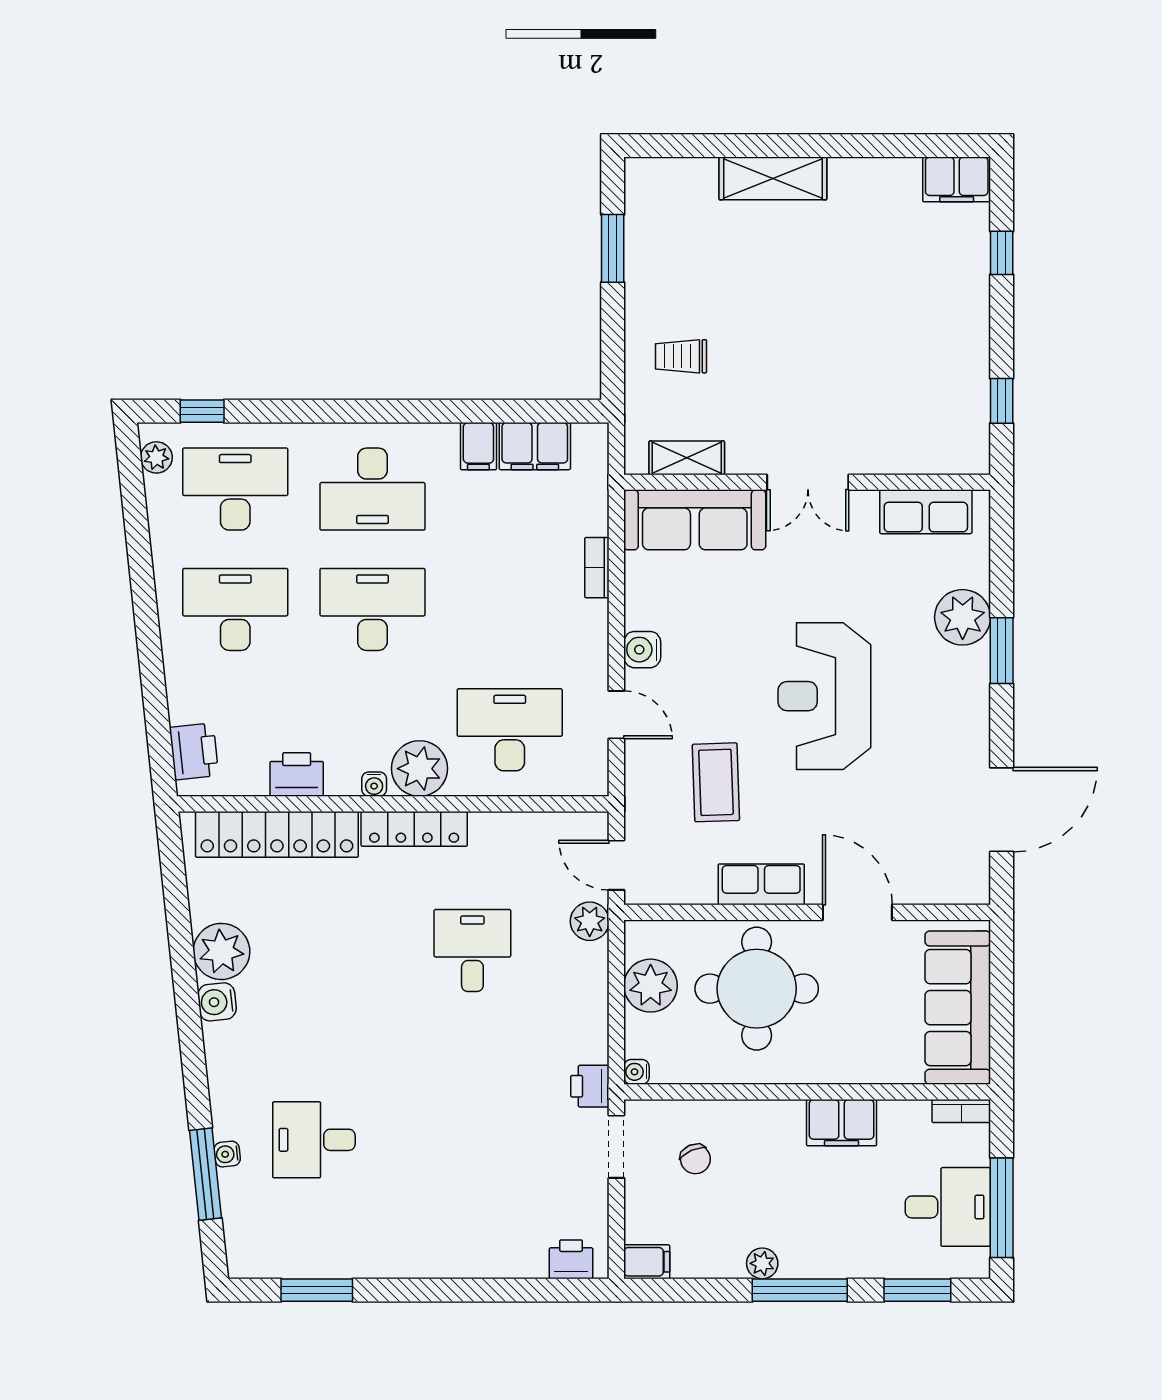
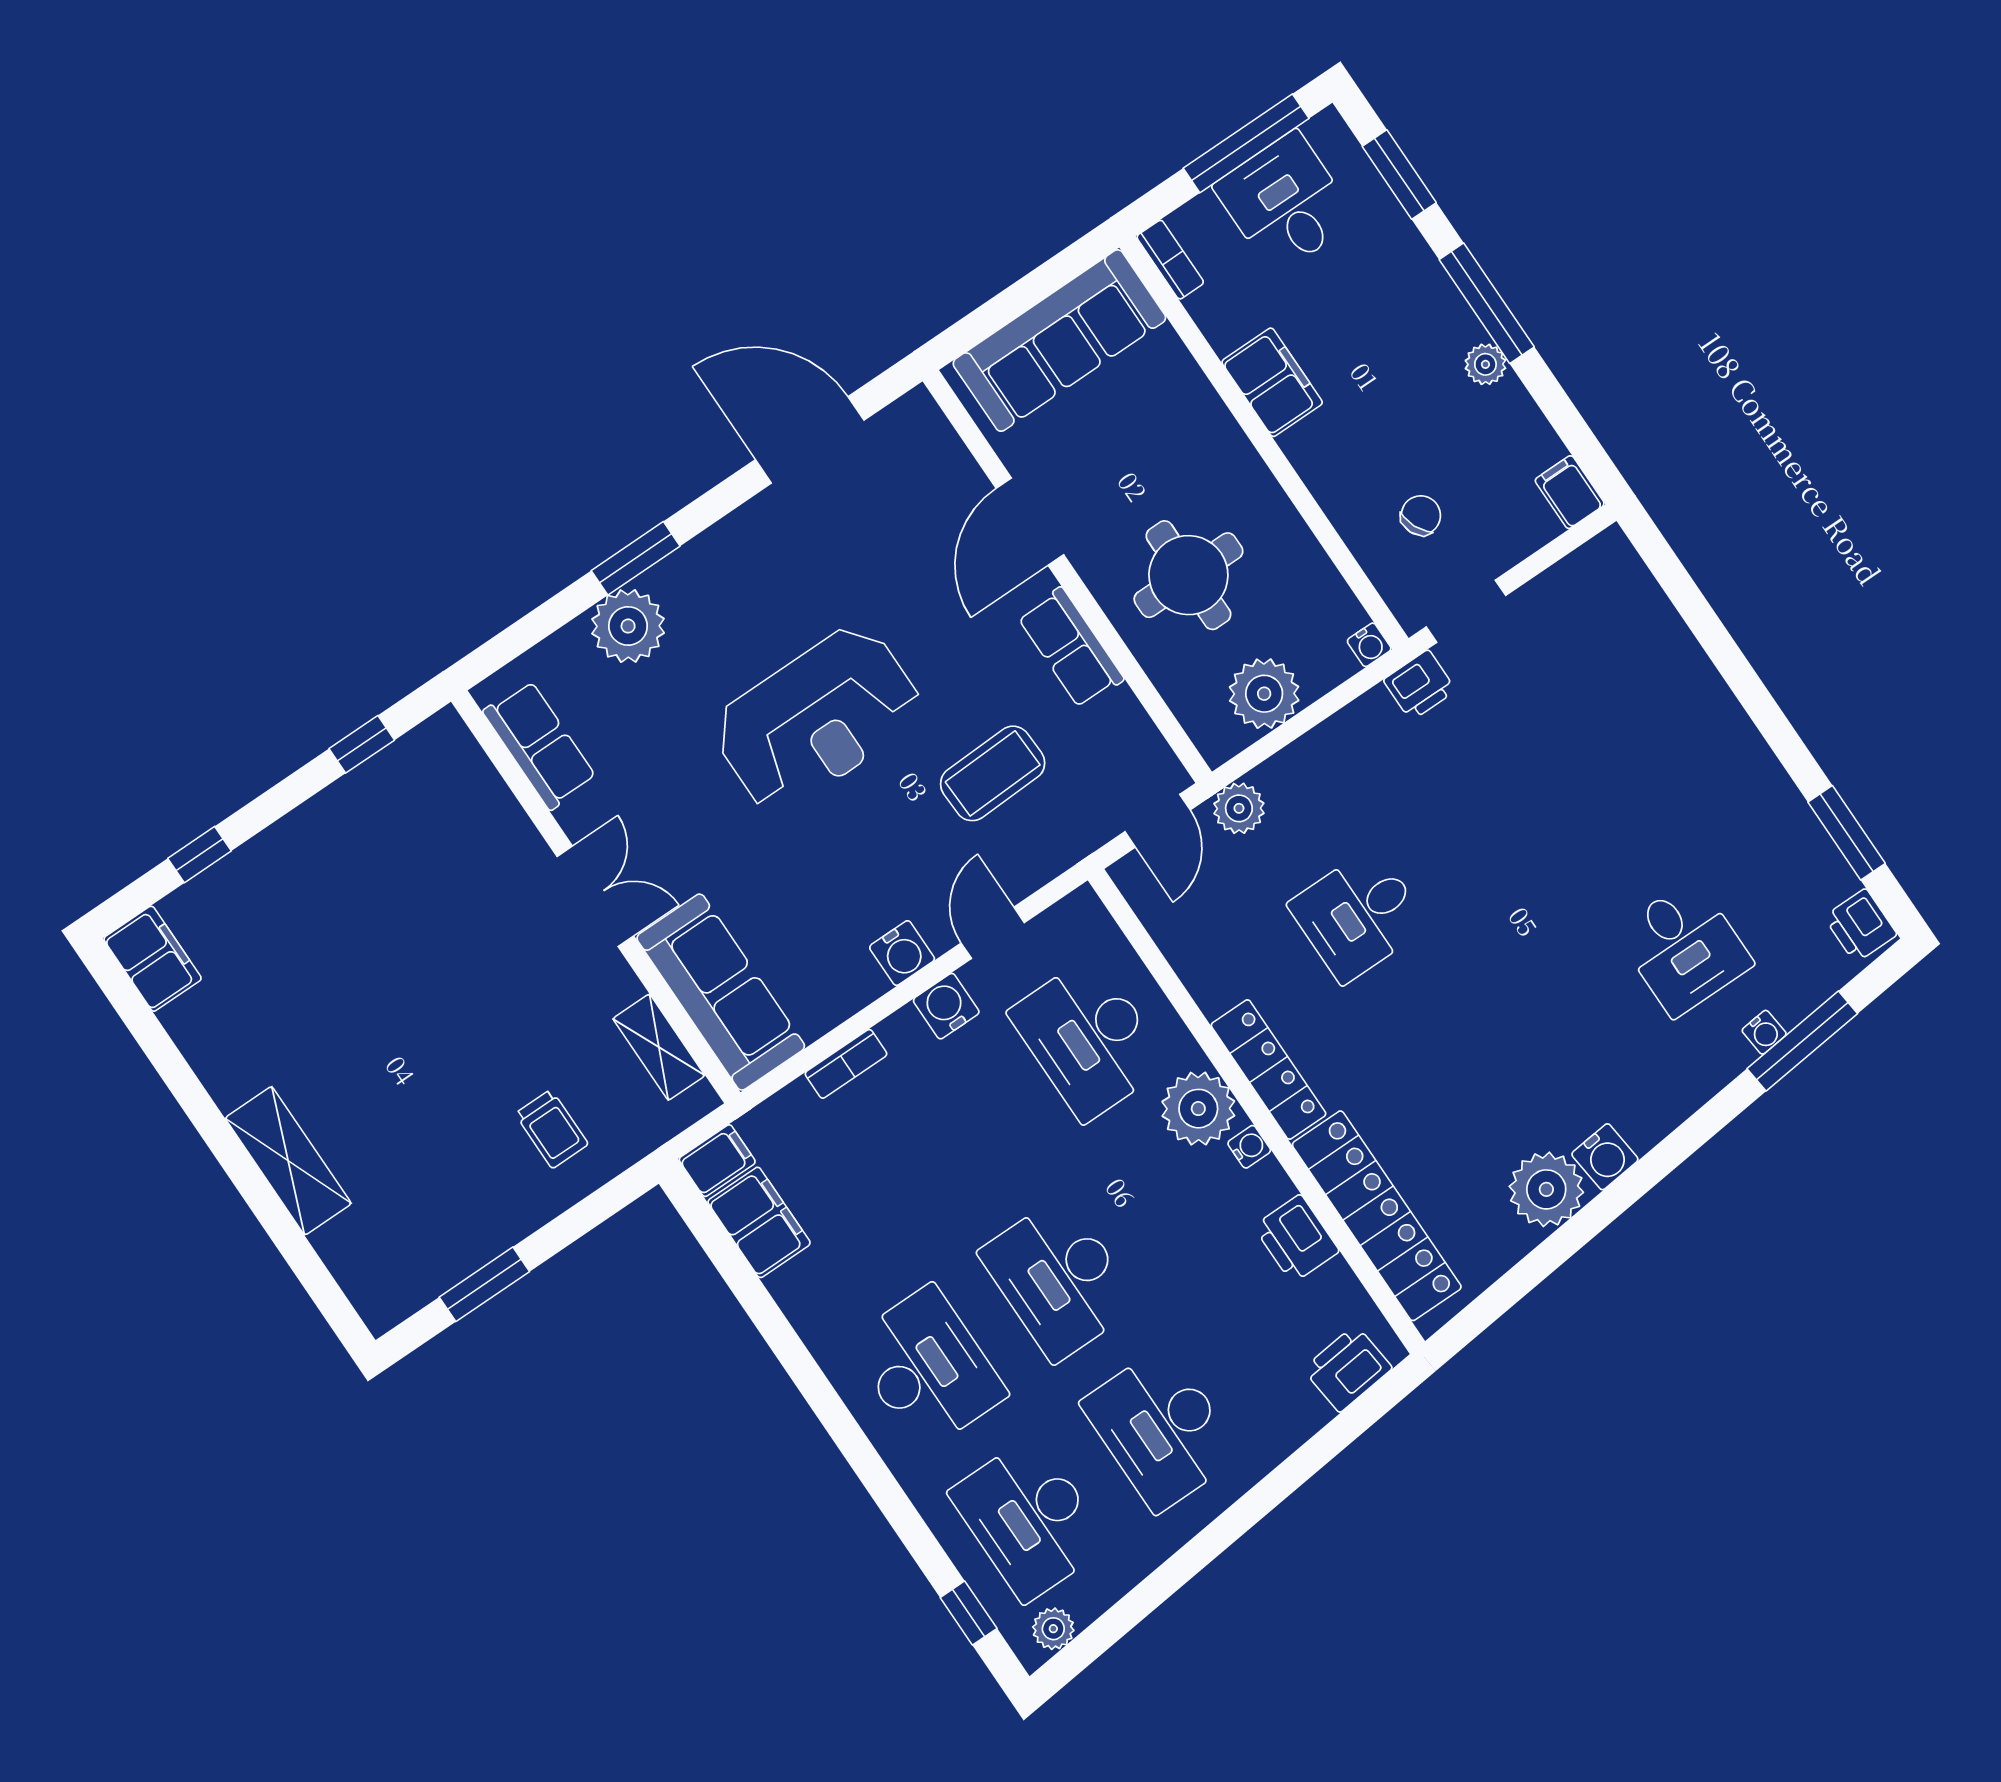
filing cabinet: (478, 446) -> (717, 1161), moved
water cooler: (590, 655) -> (946, 1006), added
round table: (757, 989) -> (1188, 575), width x0.73, depth x0.73
printer: (571, 1259) -> (1860, 926), moved

